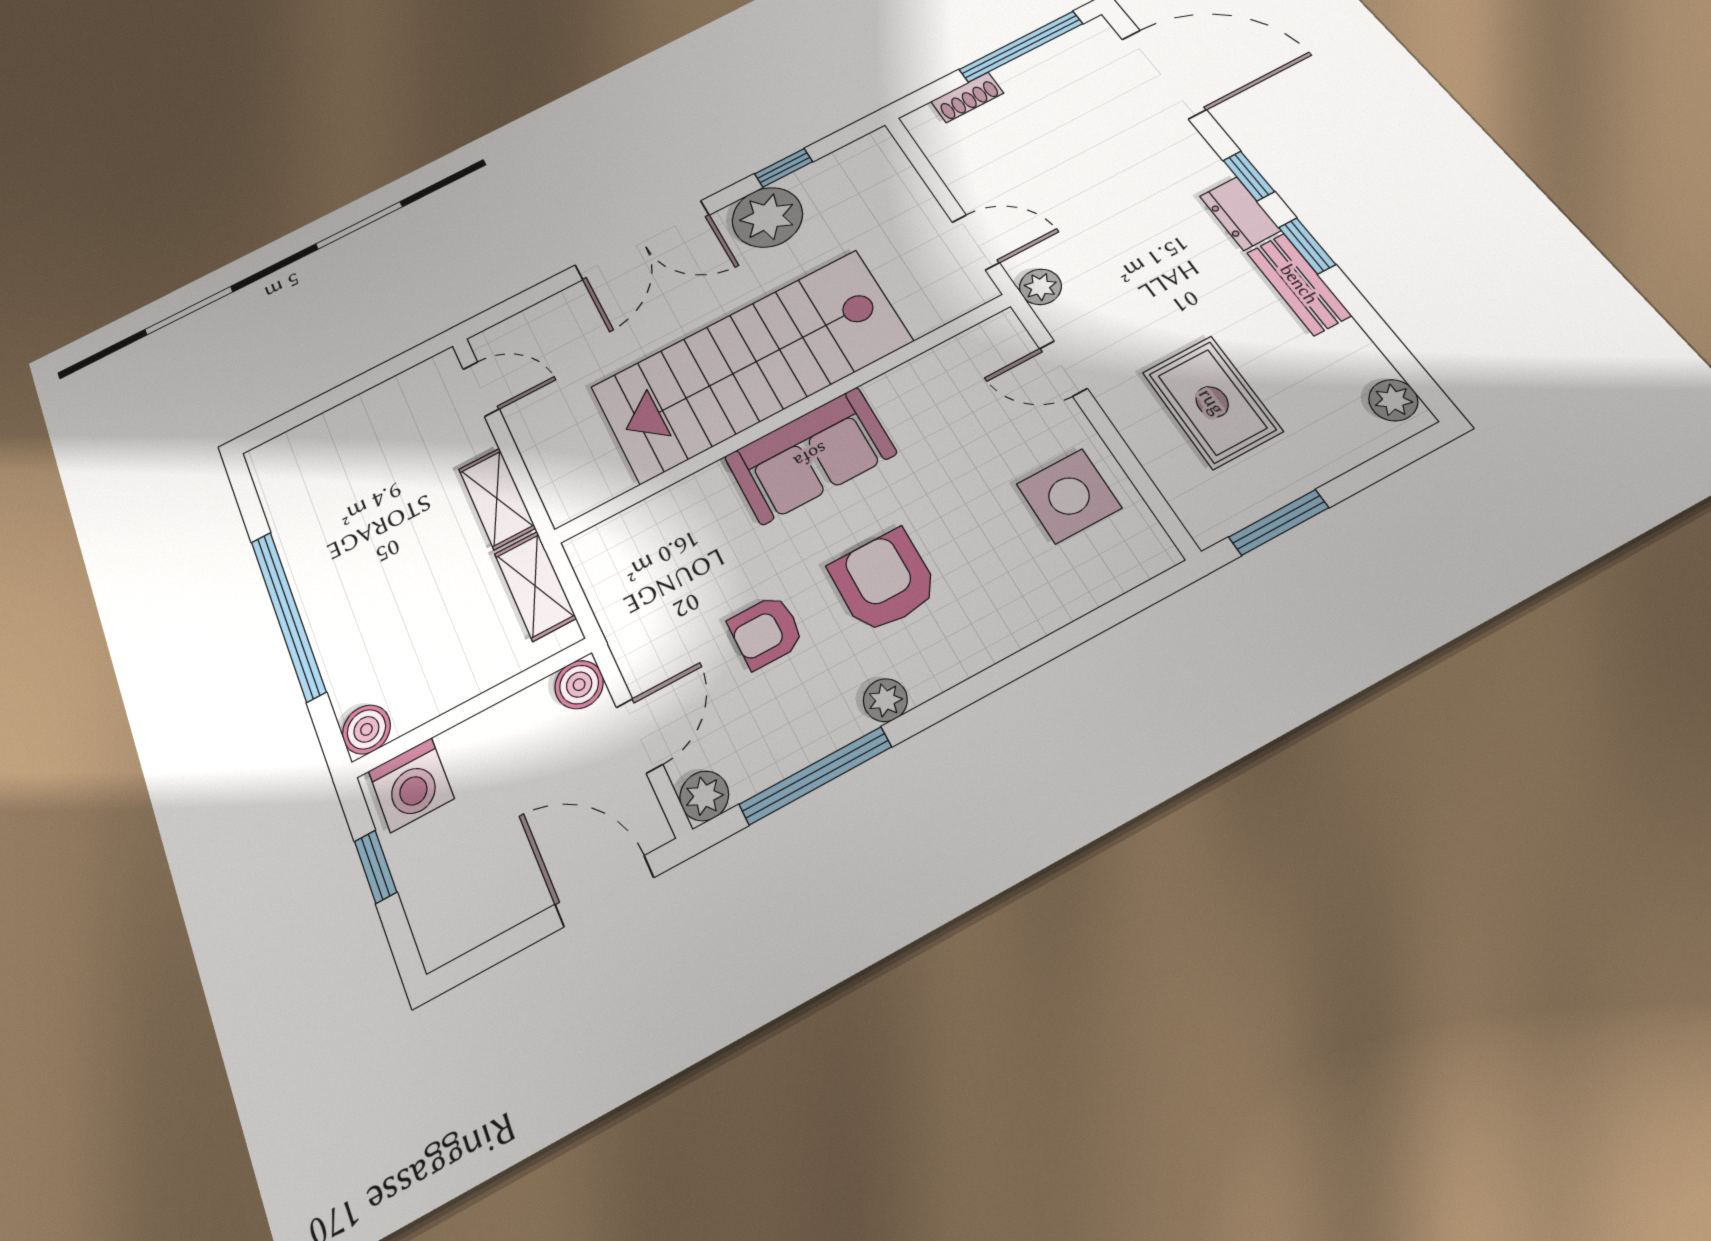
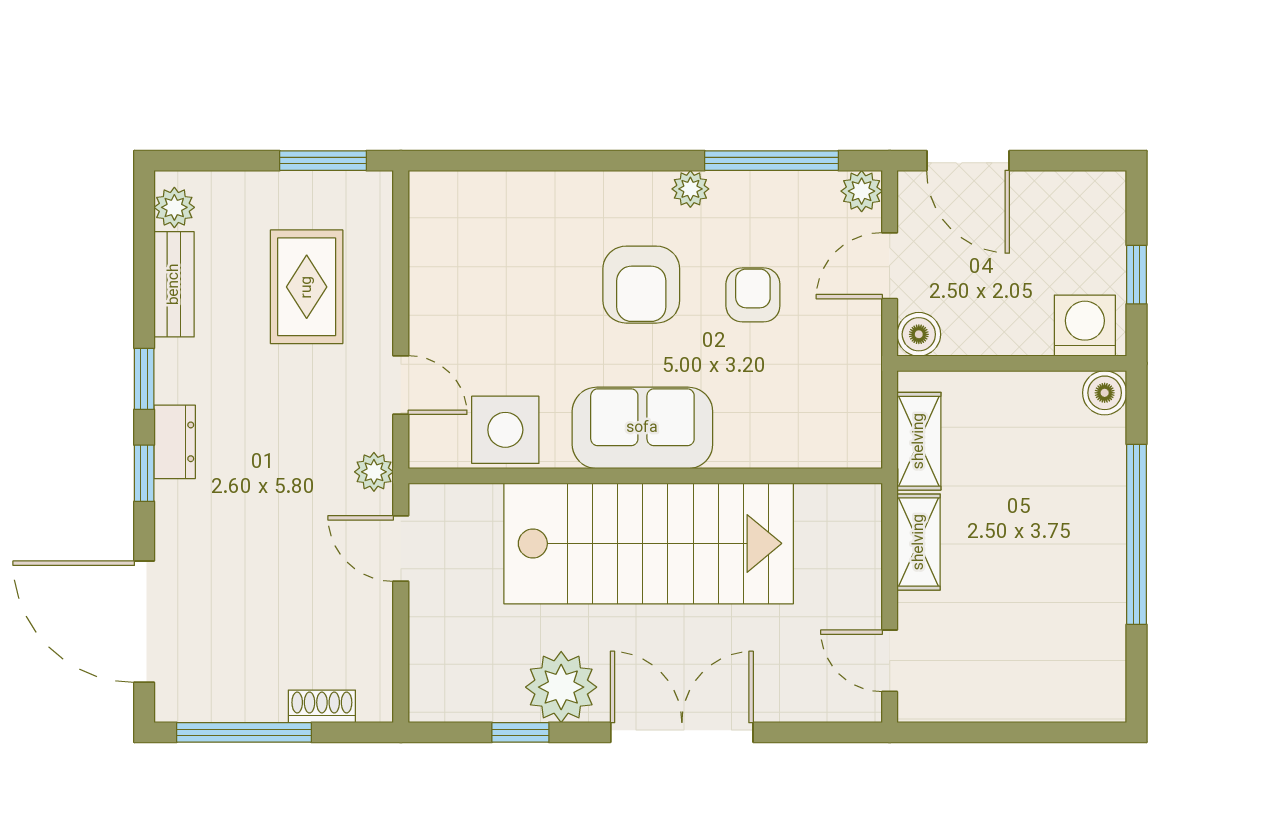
bench: (1299, 284) -> (174, 284), moved
side table: (1069, 496) -> (505, 430), moved
armchair: (766, 632) -> (753, 295), turned -90

